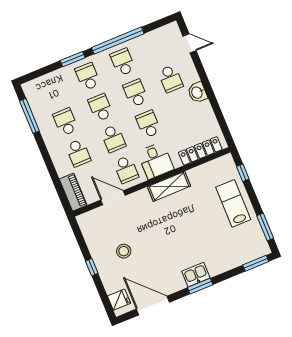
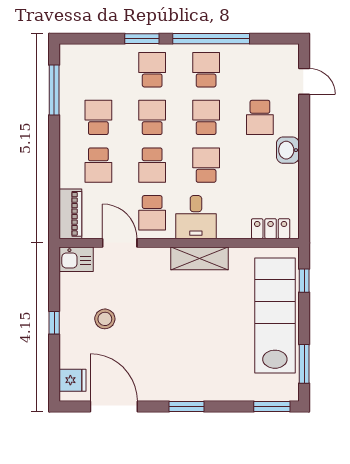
locker: (200, 151) -> (271, 229), width x0.66
lab bench: (233, 203) -> (275, 316), width x1.86, depth x1.39
kitchen sink: (196, 275) -> (76, 259), moved, turned 180

